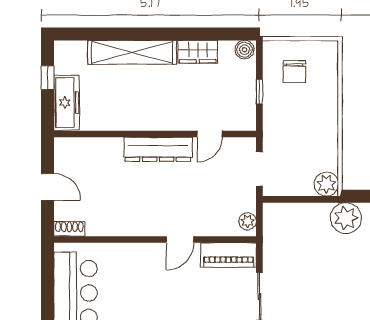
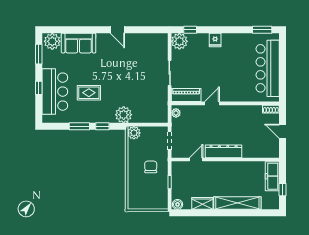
chair: (294, 72) -> (151, 167), moved

